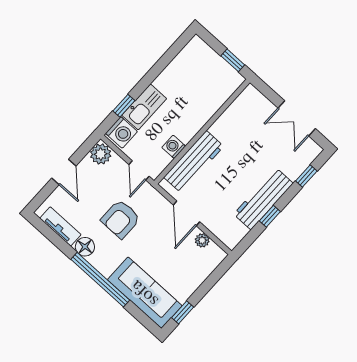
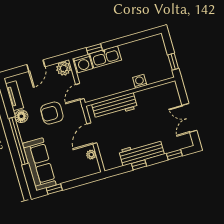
washing machine: (174, 147) -> (140, 81), moved

